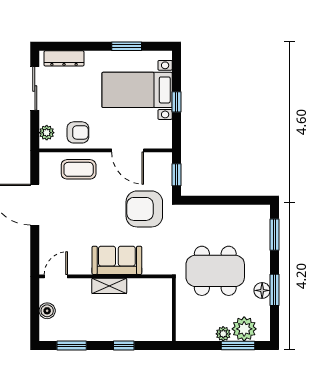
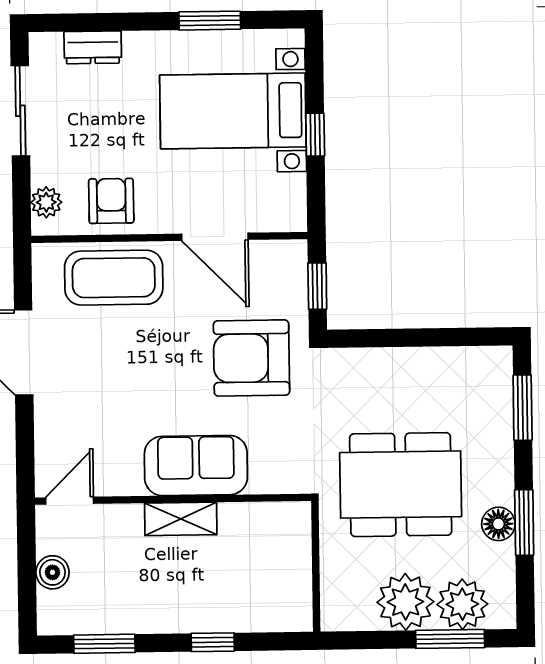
dresser: (64, 58) -> (93, 47), width x0.70
armchair: (78, 132) -> (111, 201), turned -90
coffee table: (79, 169) -> (114, 278), width x1.36, depth x1.32
plant: (223, 334) -> (405, 602), width x1.87, depth x1.87

